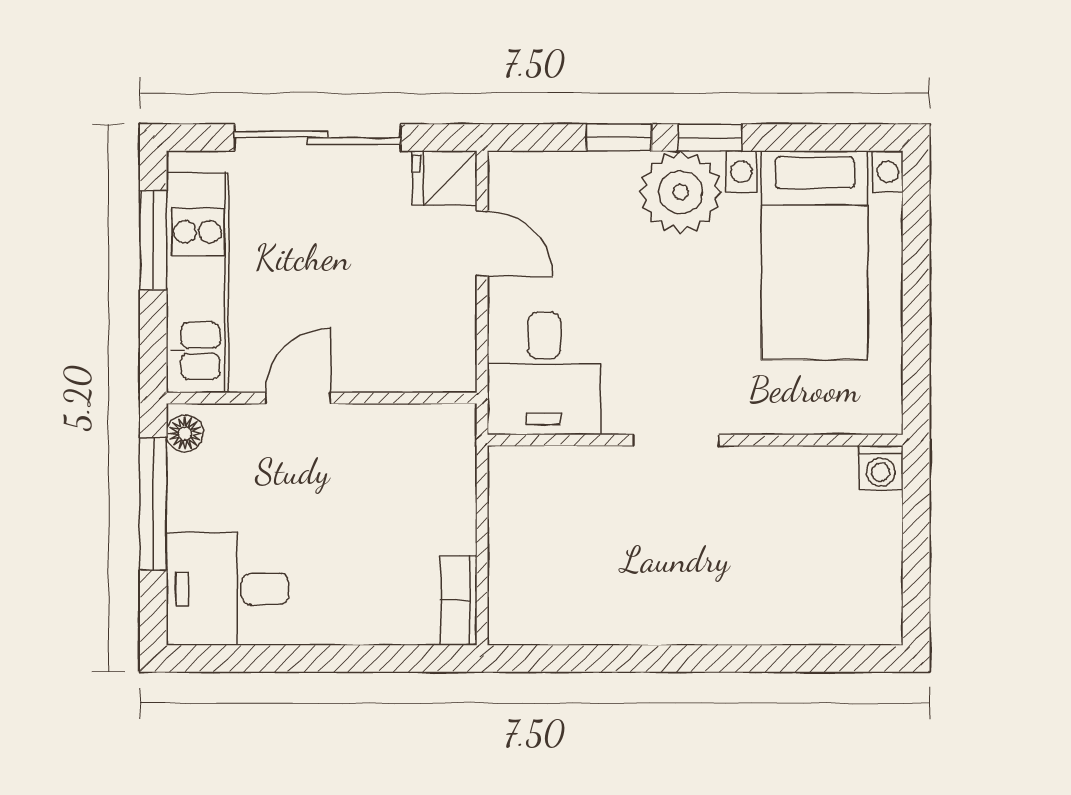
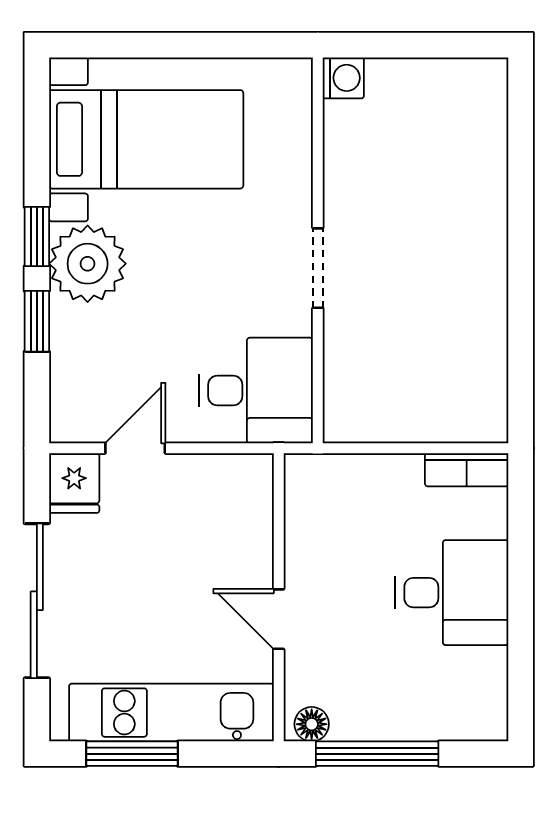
desk: (227, 589) -> (452, 593), moved, turned -90

